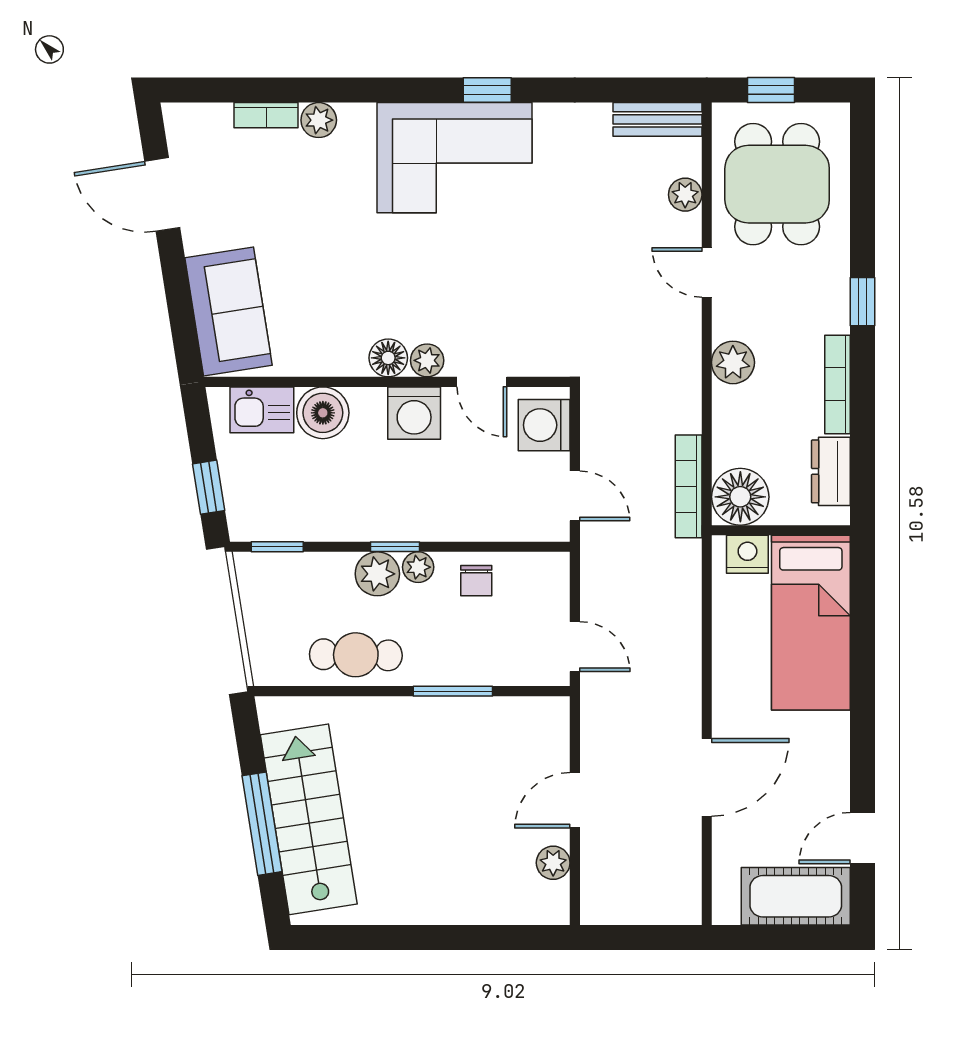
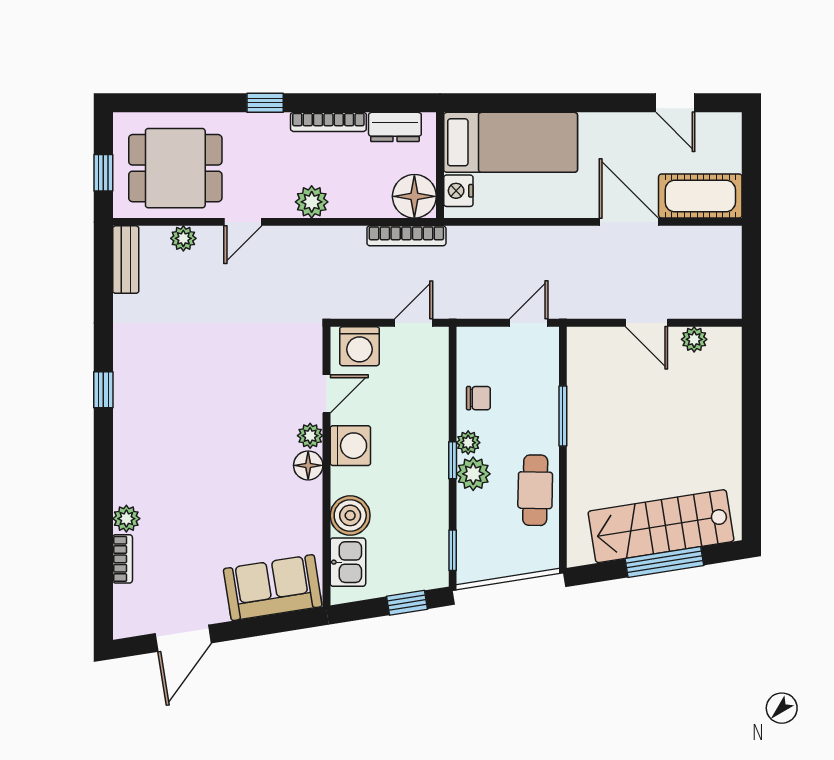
corner sofa: (455, 158) -> (155, 415), removed
cot: (796, 896) -> (700, 196), moved, turned 90

